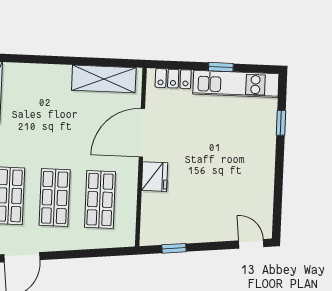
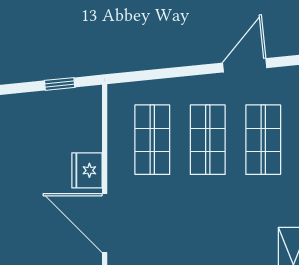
door: (142, 133) -> (105, 223), swing flipped

